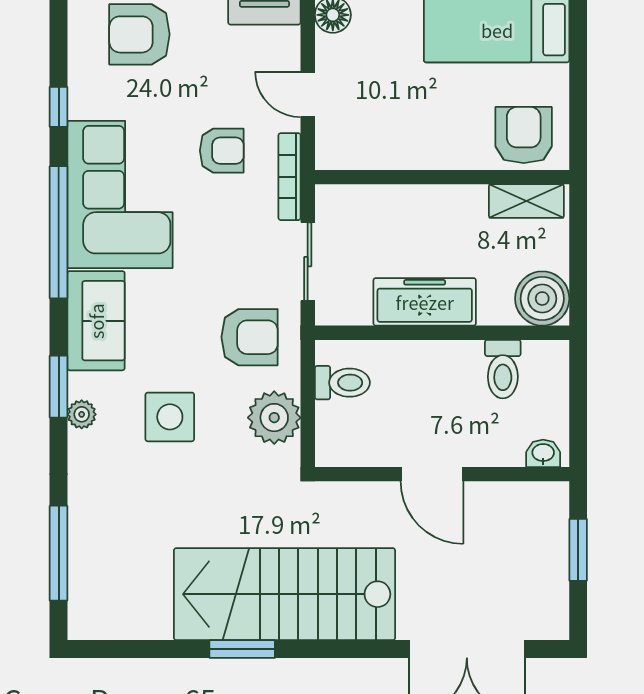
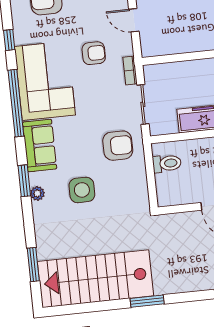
bookcase: (290, 177) -> (130, 71), width x0.64
plant: (274, 418) -> (134, 185), removed
window: (59, 553) -> (33, 265), width x0.69
stairs: (285, 594) -> (96, 279), moved
window: (242, 649) -> (147, 301), moved

